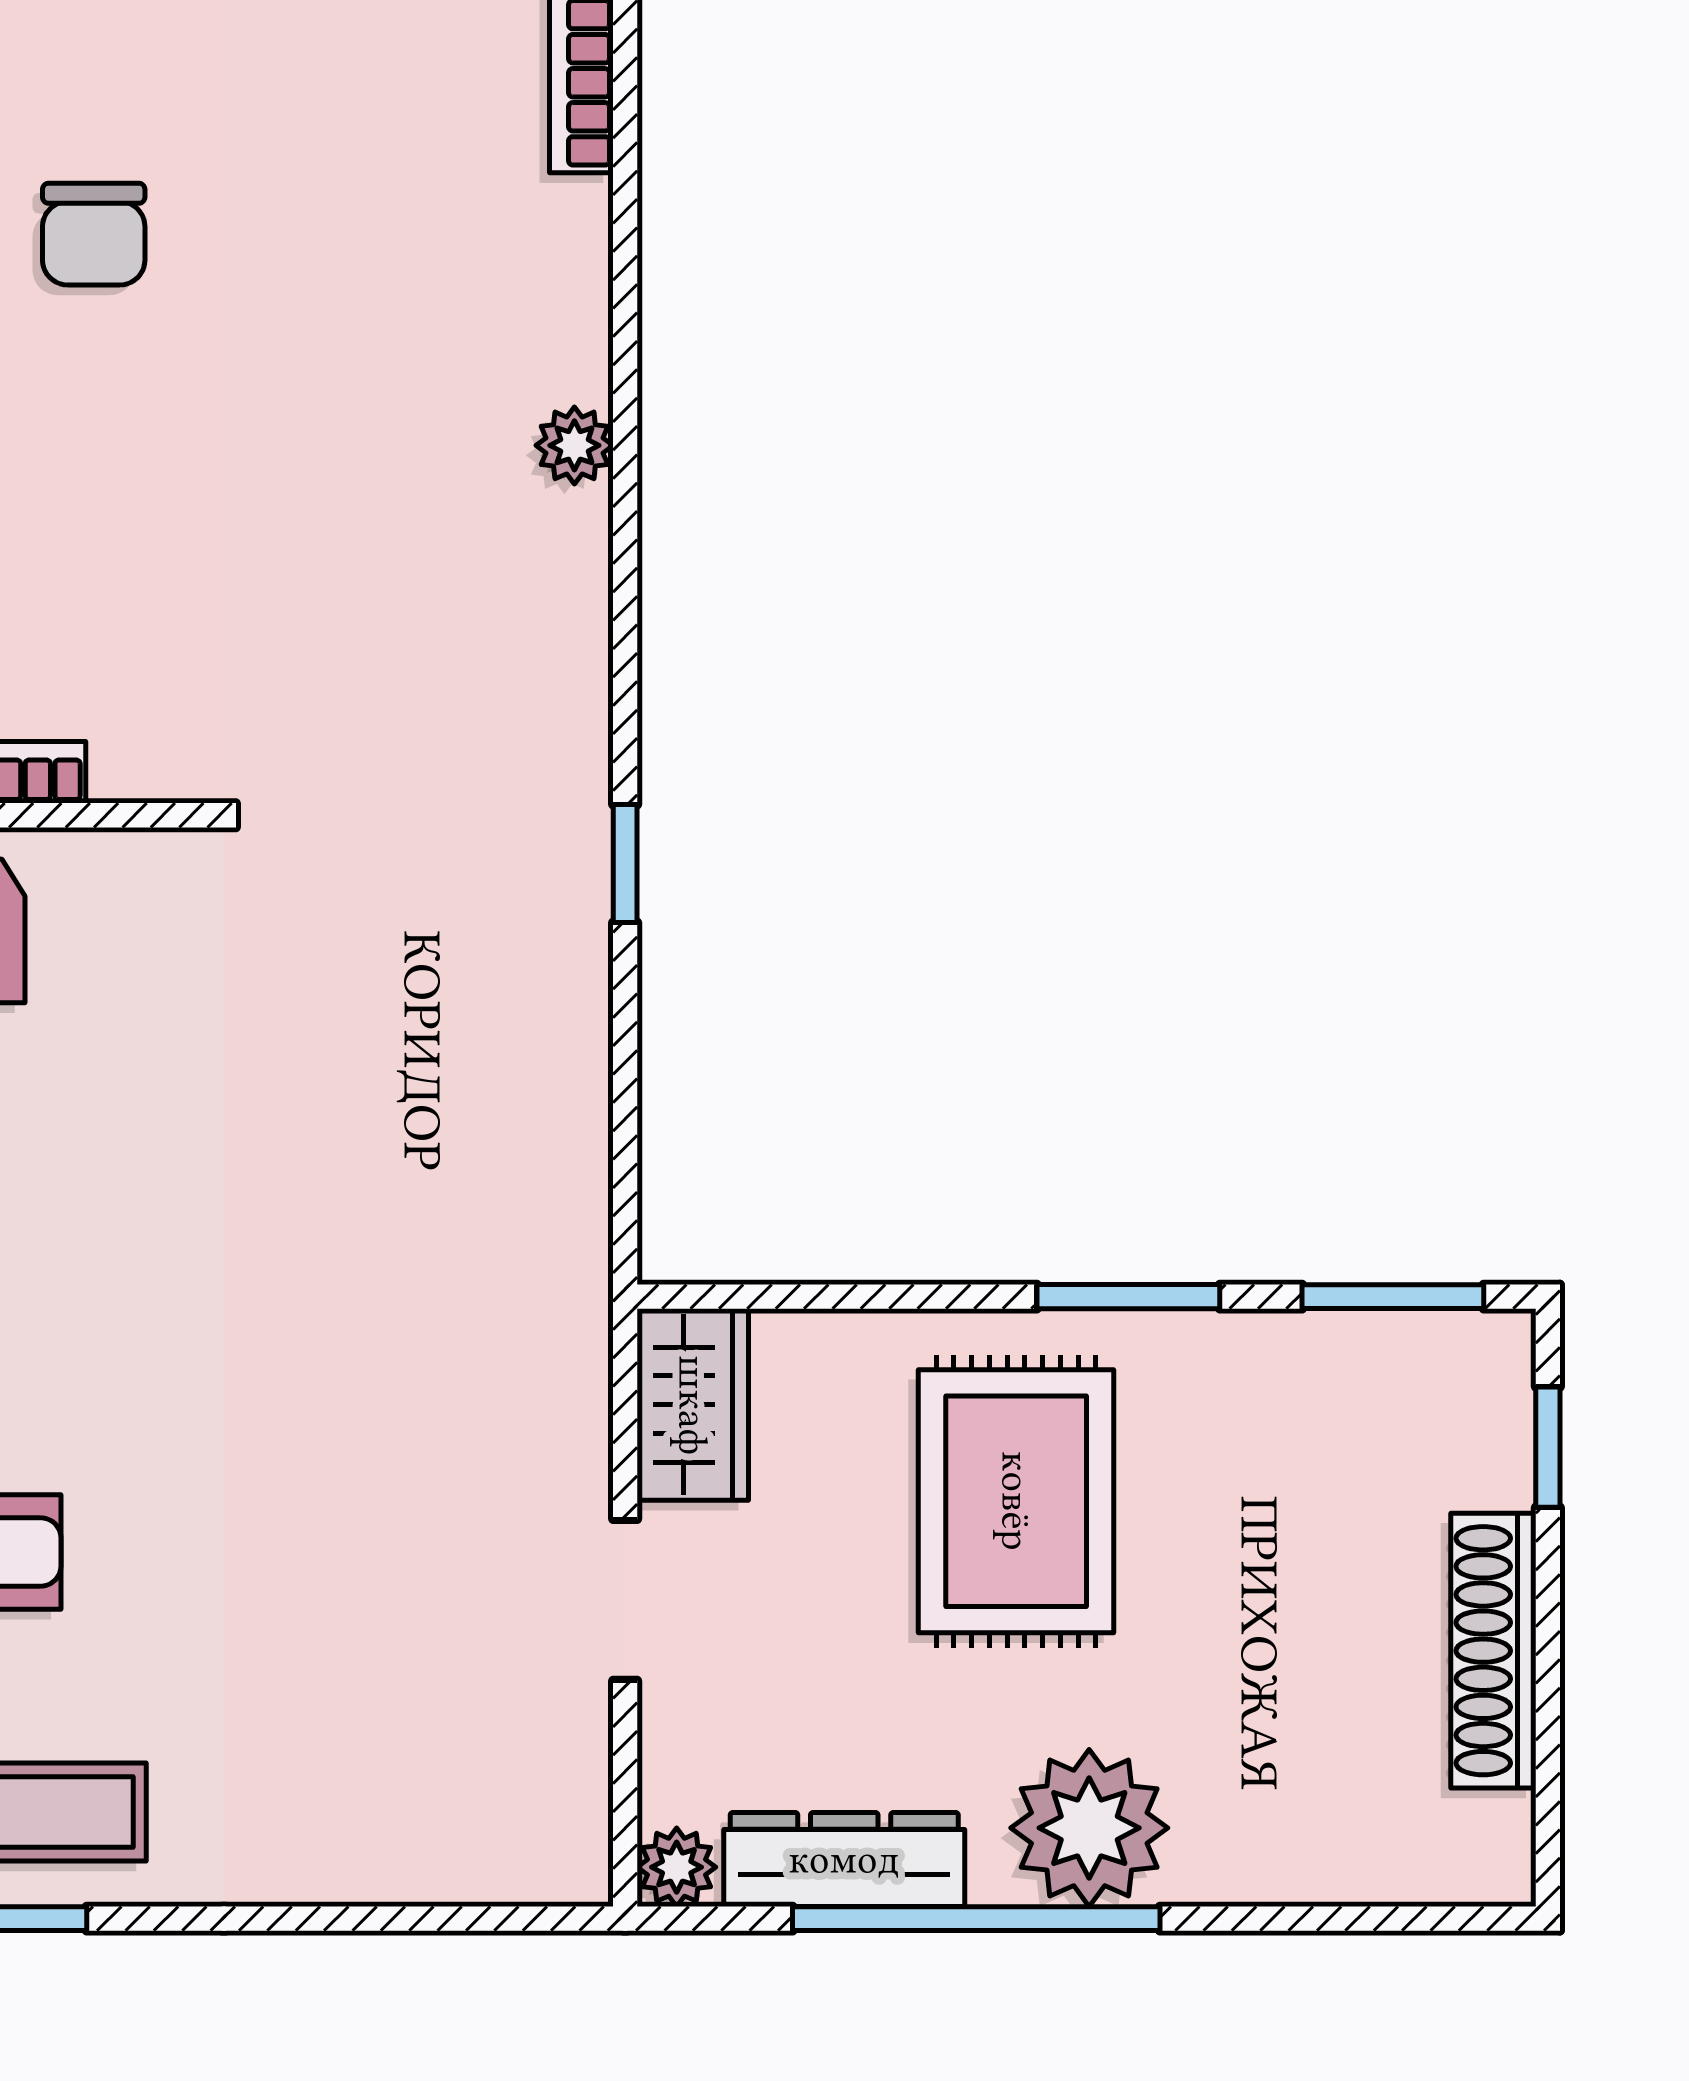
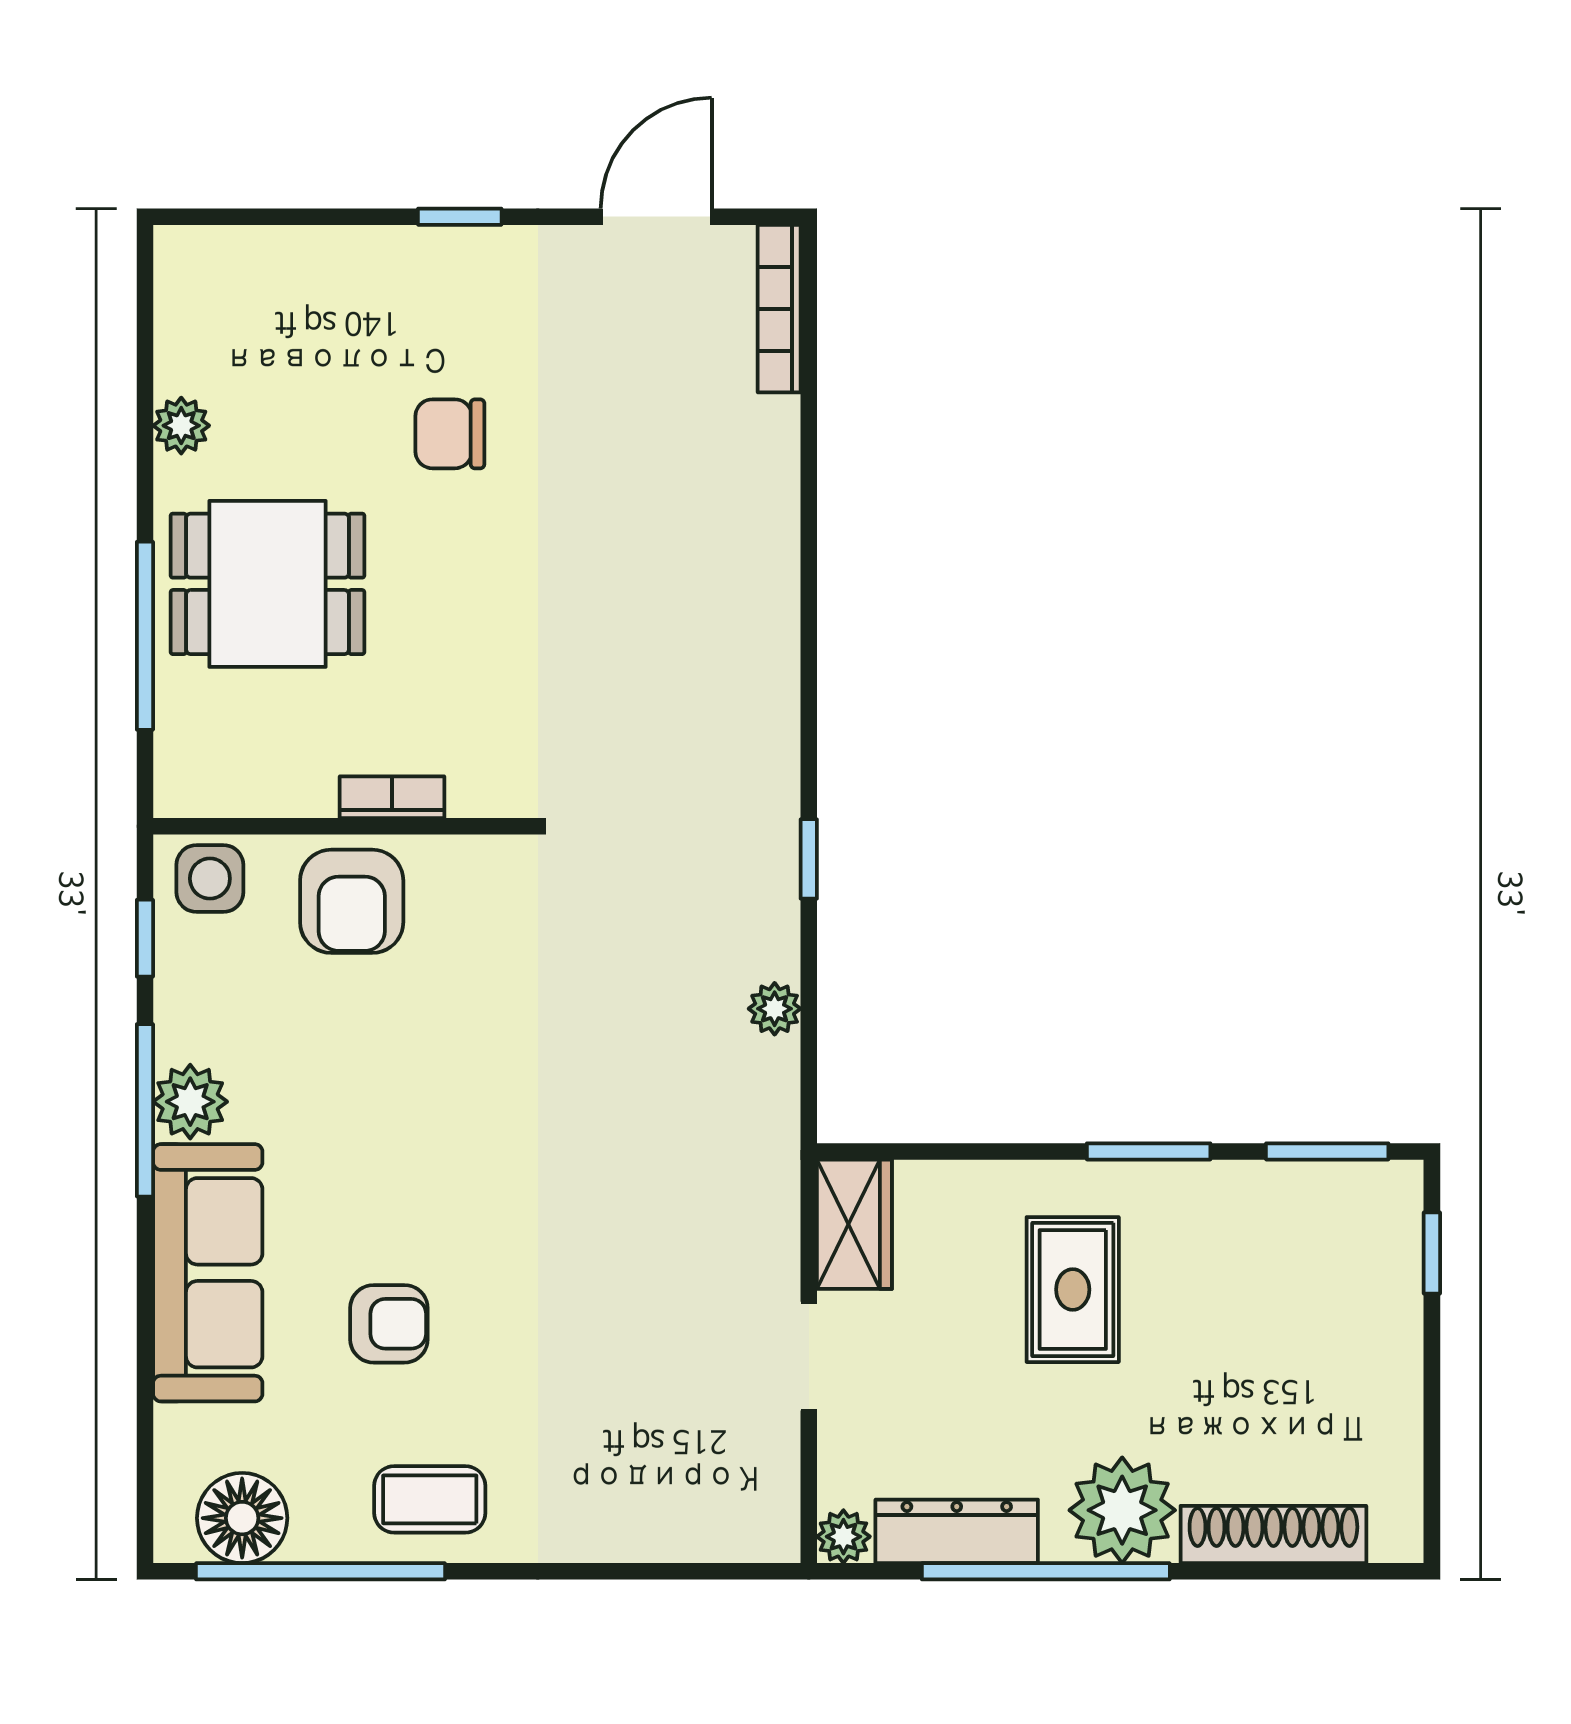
chair: (94, 234) -> (450, 434), turned 90
plant: (574, 445) -> (775, 1009), moved
rug: (1016, 1501) -> (1073, 1290), width x0.73, depth x0.70
shoe rack: (1493, 1651) -> (1273, 1535), moved, turned 90

